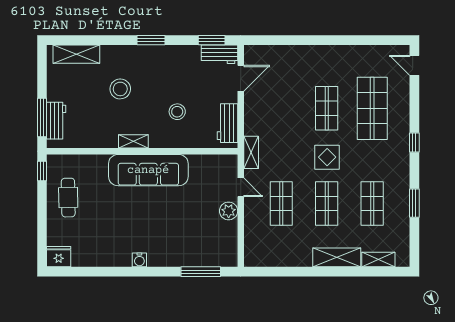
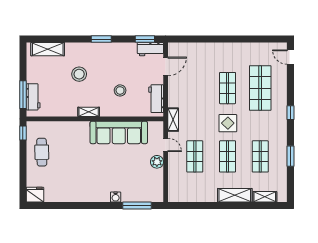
sofa: (148, 170) -> (119, 132), moved
water cooler: (139, 260) -> (116, 197), moved

